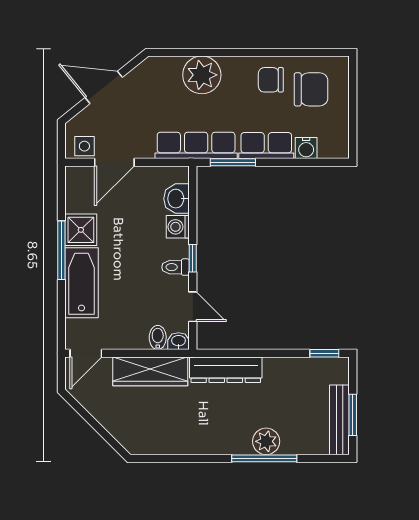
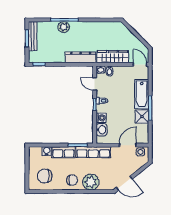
chair: (271, 80) -> (72, 180), moved
door: (104, 87) -> (124, 183), moved
door: (86, 353) -> (140, 64), hinge flipped

